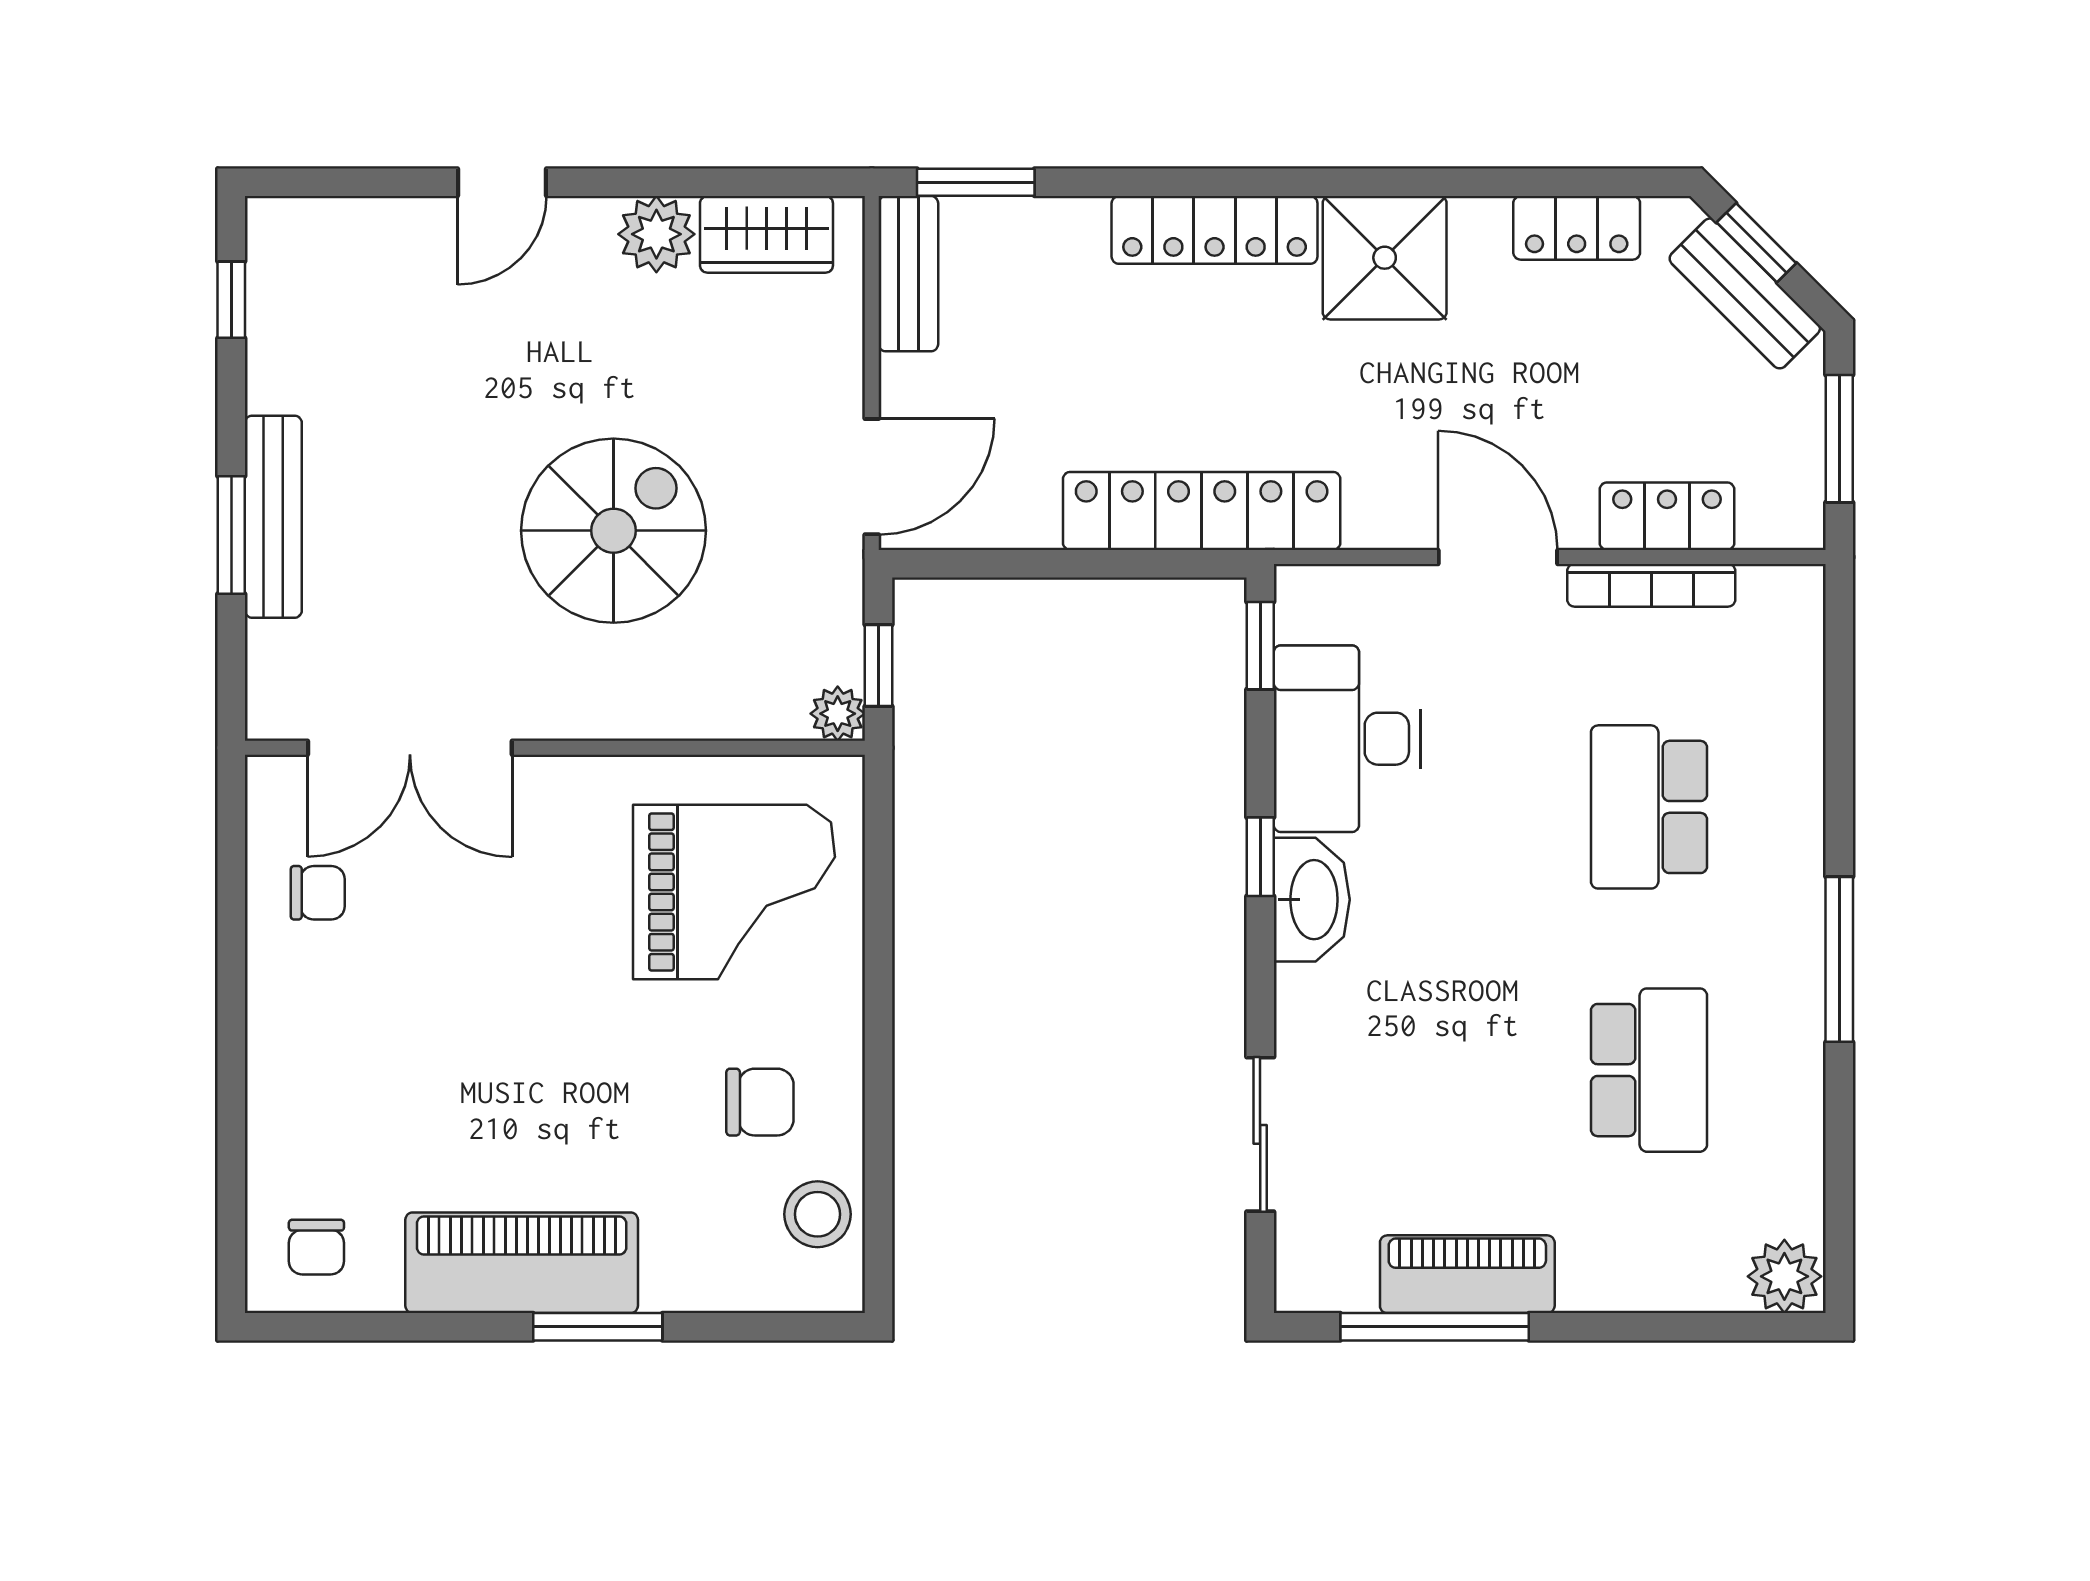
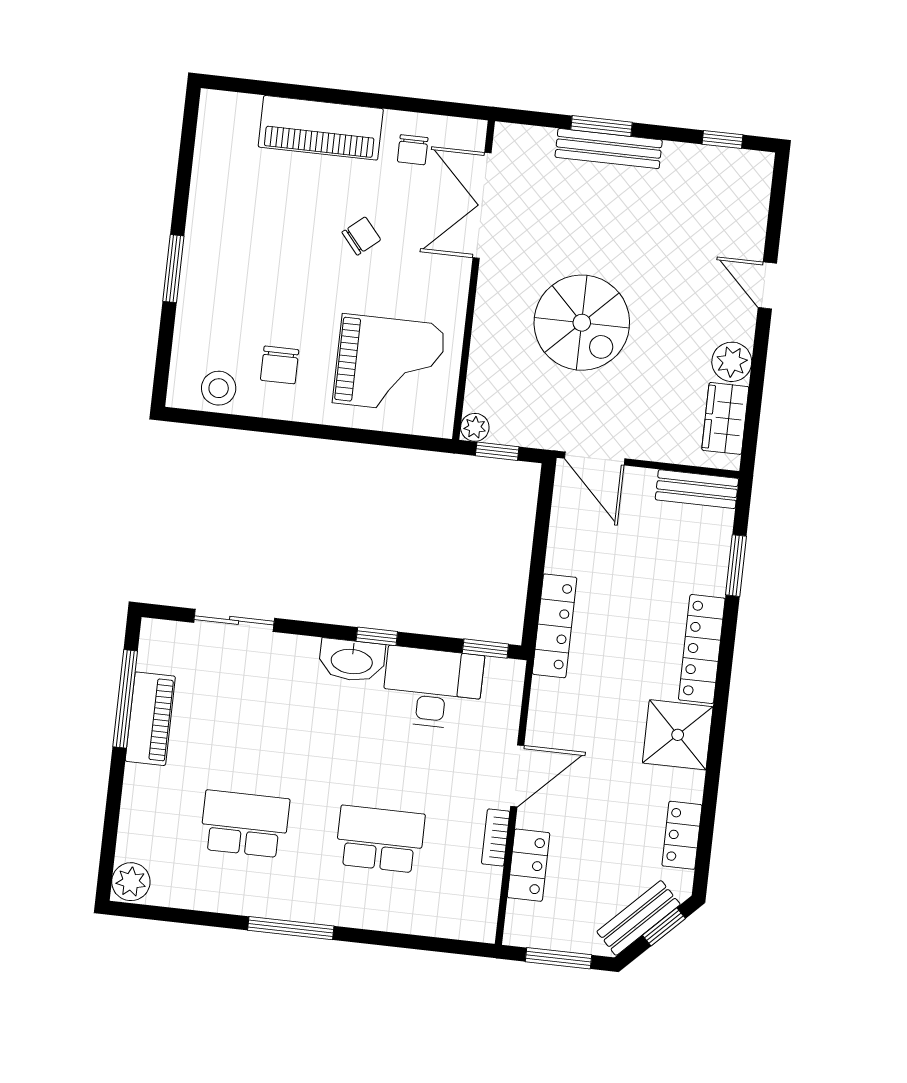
window: (976, 182) -> (736, 566), moved
locker: (1202, 511) -> (555, 626), width x0.71, depth x0.83
bookcase: (1651, 585) -> (496, 838), width x0.64
grand piano: (734, 892) -> (389, 364), turned -90
school desk: (1649, 1070) -> (245, 824), turned 180
chair: (316, 1247) -> (361, 236), moved, turned 140
piano: (522, 1263) -> (321, 128), moved, turned 90

